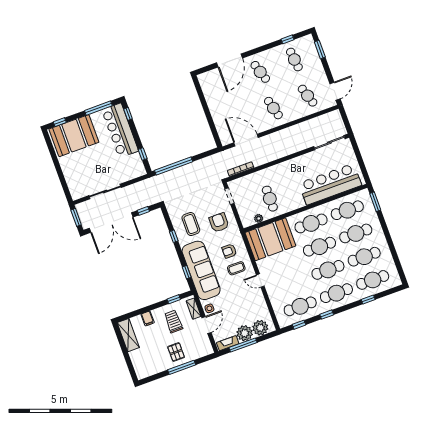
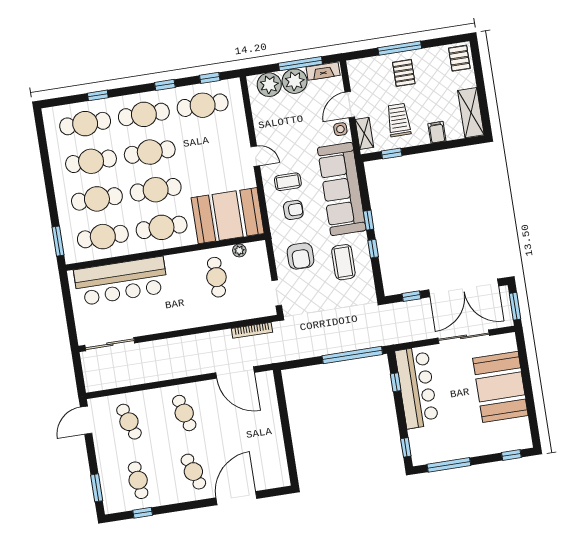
bar counter: (120, 130) -> (417, 388), moved
booth: (74, 136) -> (500, 387), moved, turned 90
double door: (111, 223) -> (464, 288), swing flipped
window: (187, 272) -> (369, 220), moved
trolley: (173, 321) -> (399, 120), turned 180
pallet: (143, 368) -> (459, 58), added

